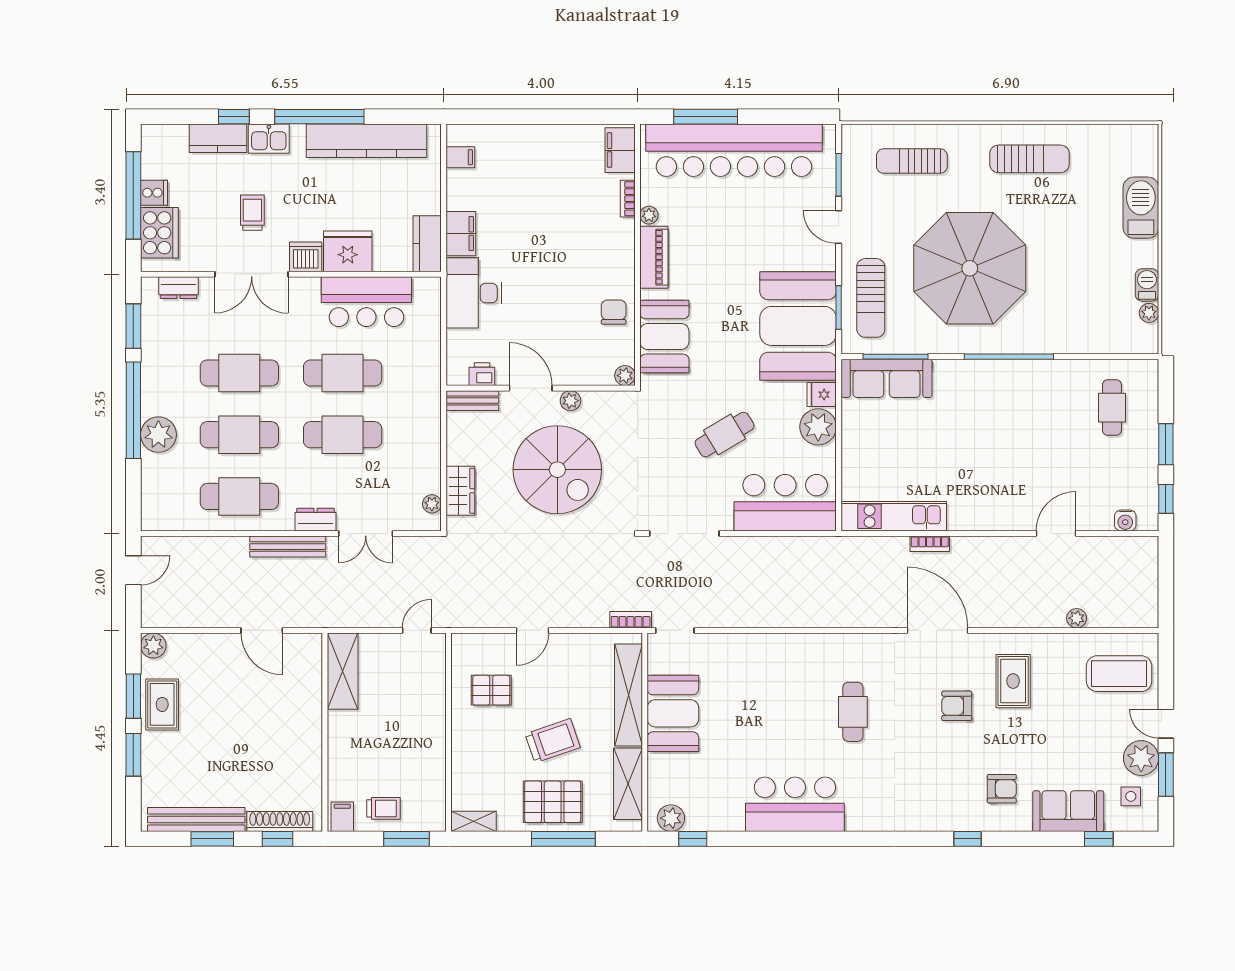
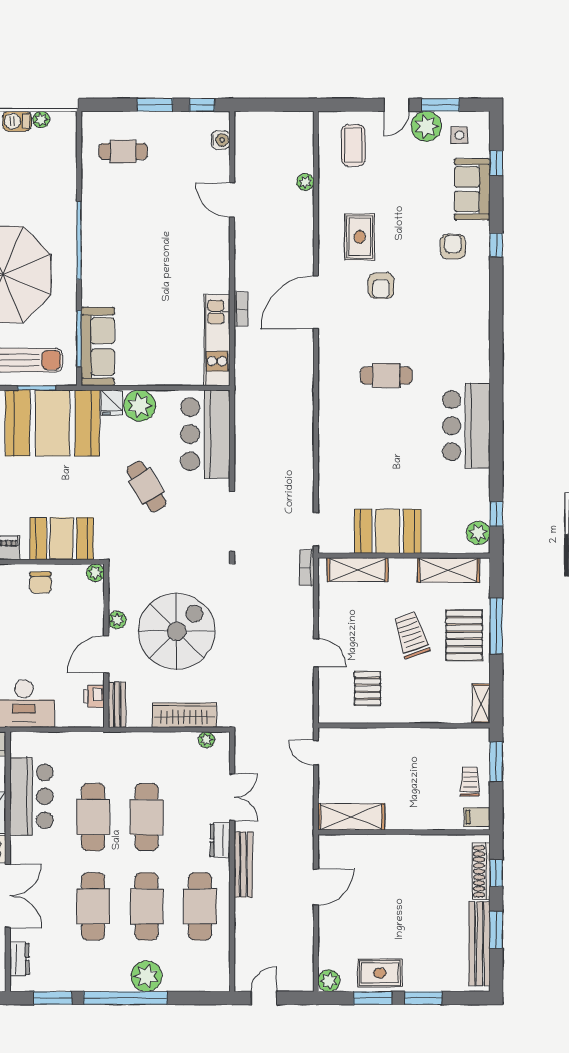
chair: (614, 312) -> (41, 583), turned -90
wardrobe: (460, 491) -> (184, 715), width x1.50
door: (133, 570) -> (264, 998), hinge flipped
coffee table: (1119, 674) -> (353, 145), width x0.73, depth x0.76
rug: (1013, 681) -> (360, 237), turned 90
shelving: (628, 695) -> (358, 570), width x0.68
window: (968, 839) -> (496, 245), moved

